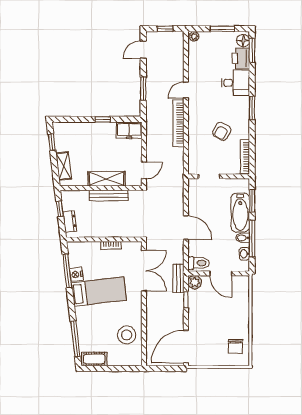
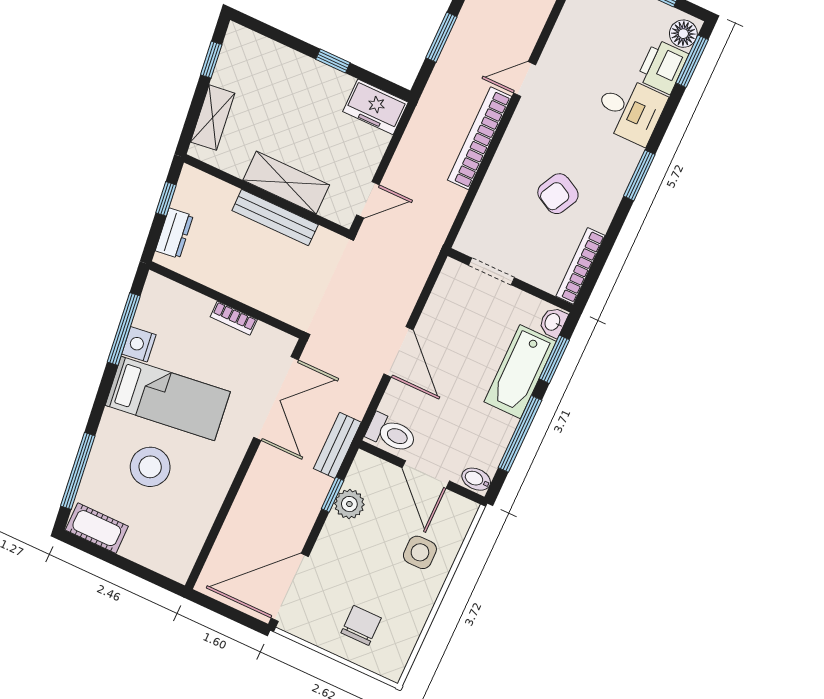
bidet: (243, 238) -> (476, 479), moved
washbasin: (244, 254) -> (553, 322), moved
plant: (195, 282) -> (349, 504), moved
side table: (233, 307) -> (420, 552), added
stool: (127, 335) -> (150, 467), moved
chair: (235, 346) -> (361, 625), moved, turned 180

